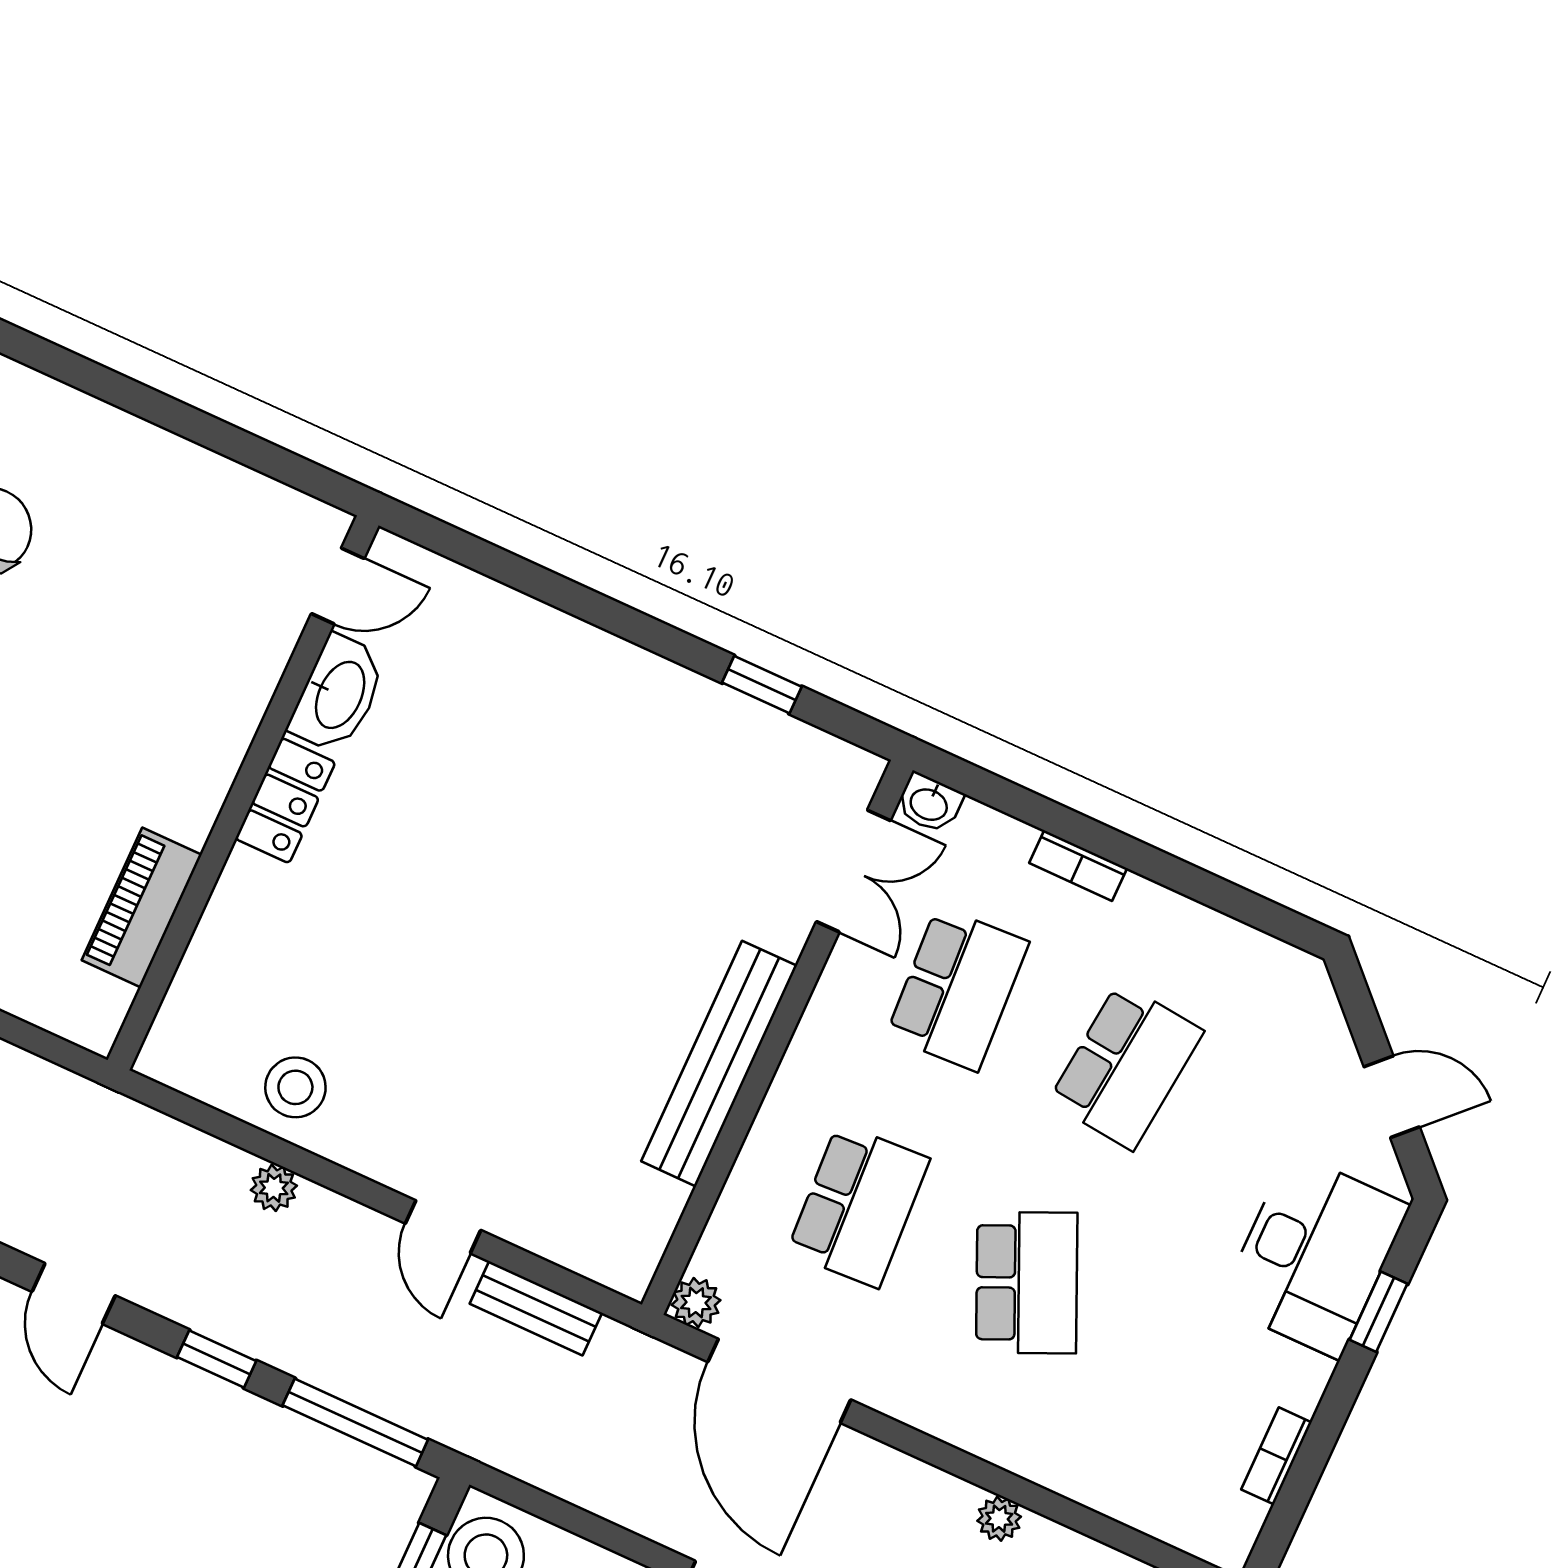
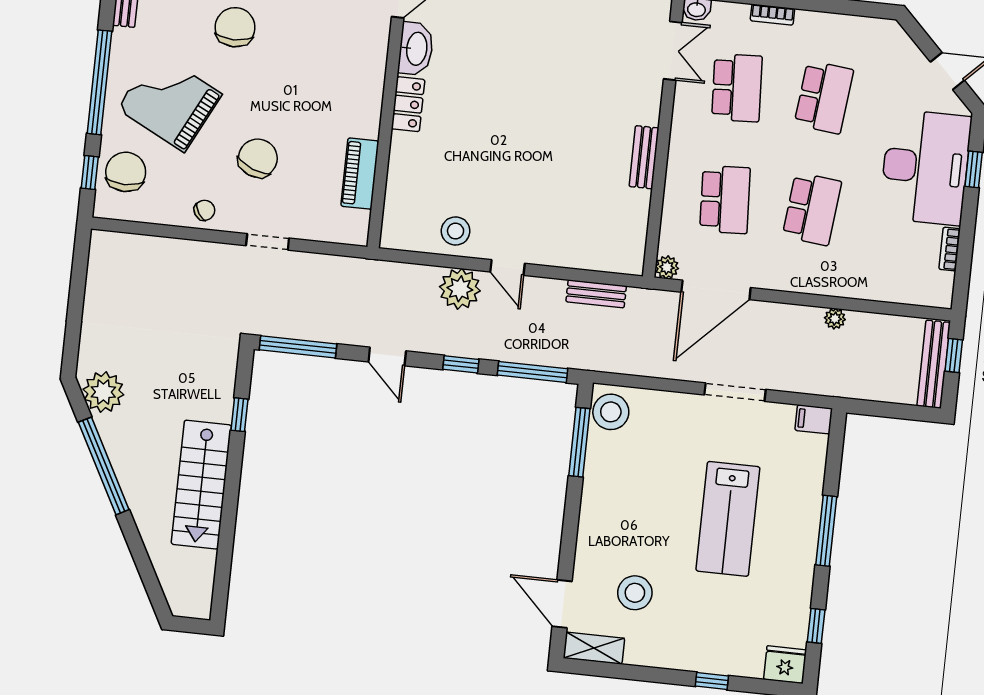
bench: (719, 1064) -> (644, 157), width x0.54, depth x0.82
plant: (274, 1188) -> (460, 289), width x1.87, depth x1.87
door: (443, 1227) -> (508, 268), moved
desk: (1314, 1255) -> (925, 167), width x1.36, depth x1.30
school desk: (1027, 1283) -> (812, 209), turned 30
door: (779, 1381) -> (716, 290), hinge flipped

